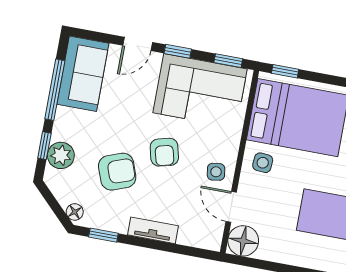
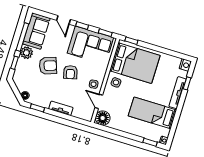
door: (138, 44) -> (64, 20), hinge flipped
plant: (61, 155) -> (26, 53), moved
armchair: (117, 172) -> (48, 66), moved

